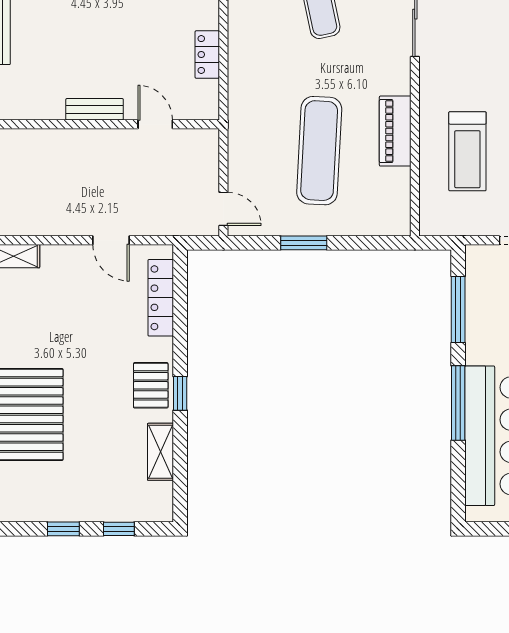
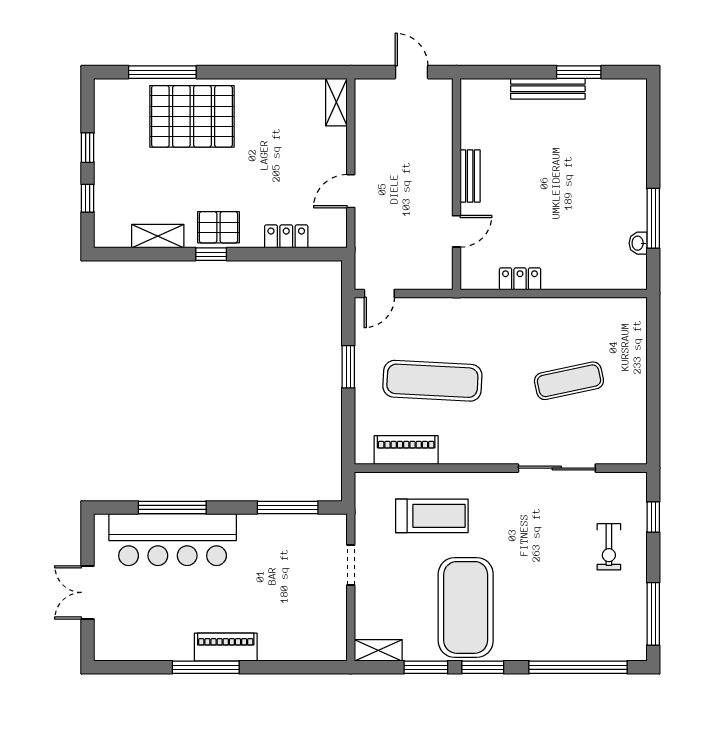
piano: (395, 131) -> (406, 450), moved
treadmill: (467, 151) -> (432, 516), turned 180
locker: (161, 298) -> (286, 236), width x0.66
window: (458, 403) -> (172, 507), moved

